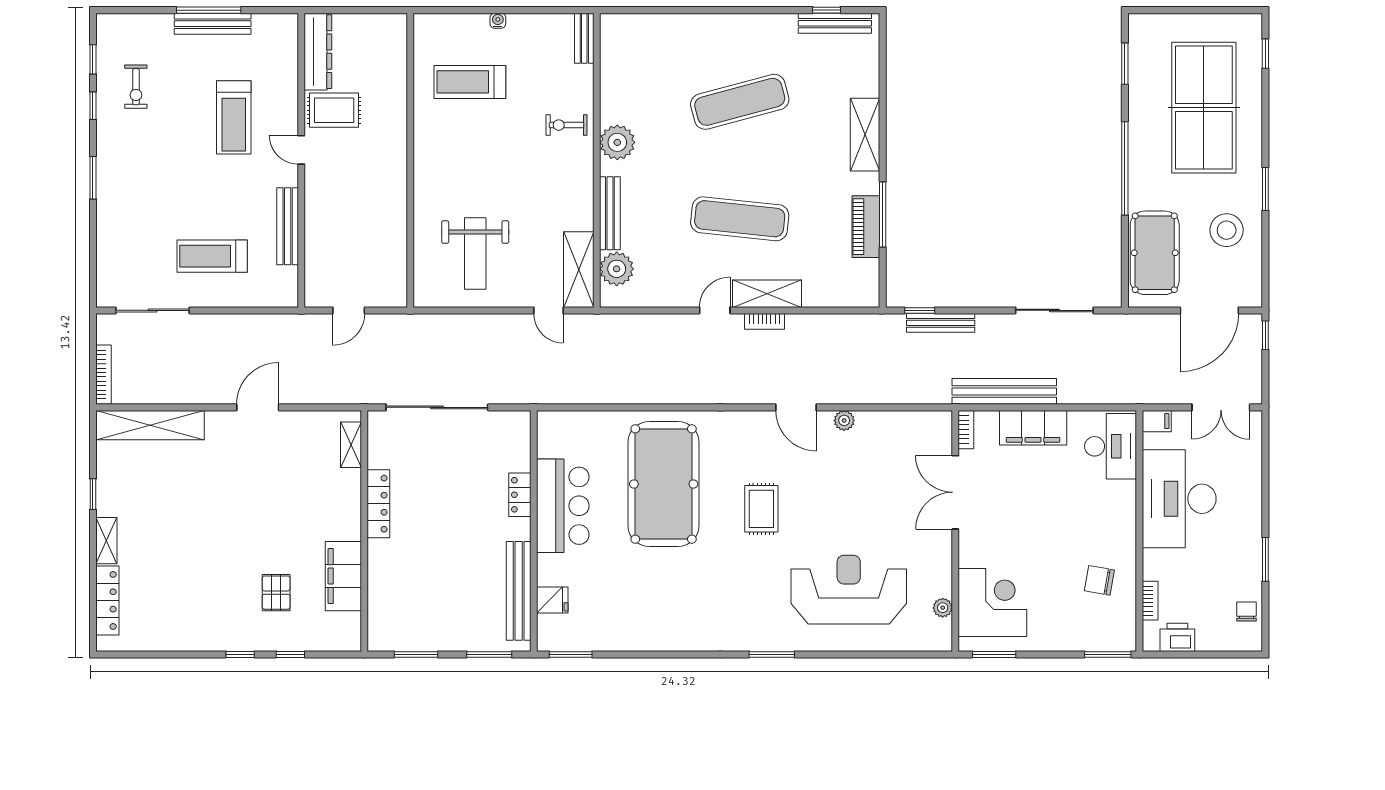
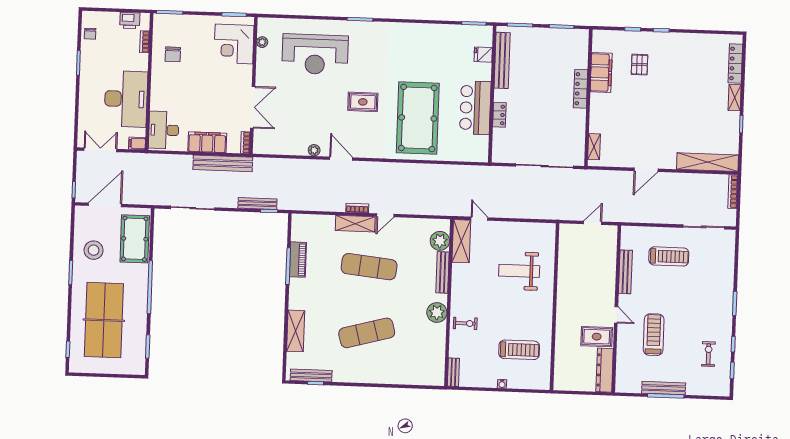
shelving: (865, 135) -> (296, 331), moved
weight bench: (475, 253) -> (519, 271), moved, turned -90
locker: (378, 504) -> (581, 89), moved
rug: (761, 509) -> (363, 102), turned 90
chair: (1099, 580) -> (173, 54), turned 80

